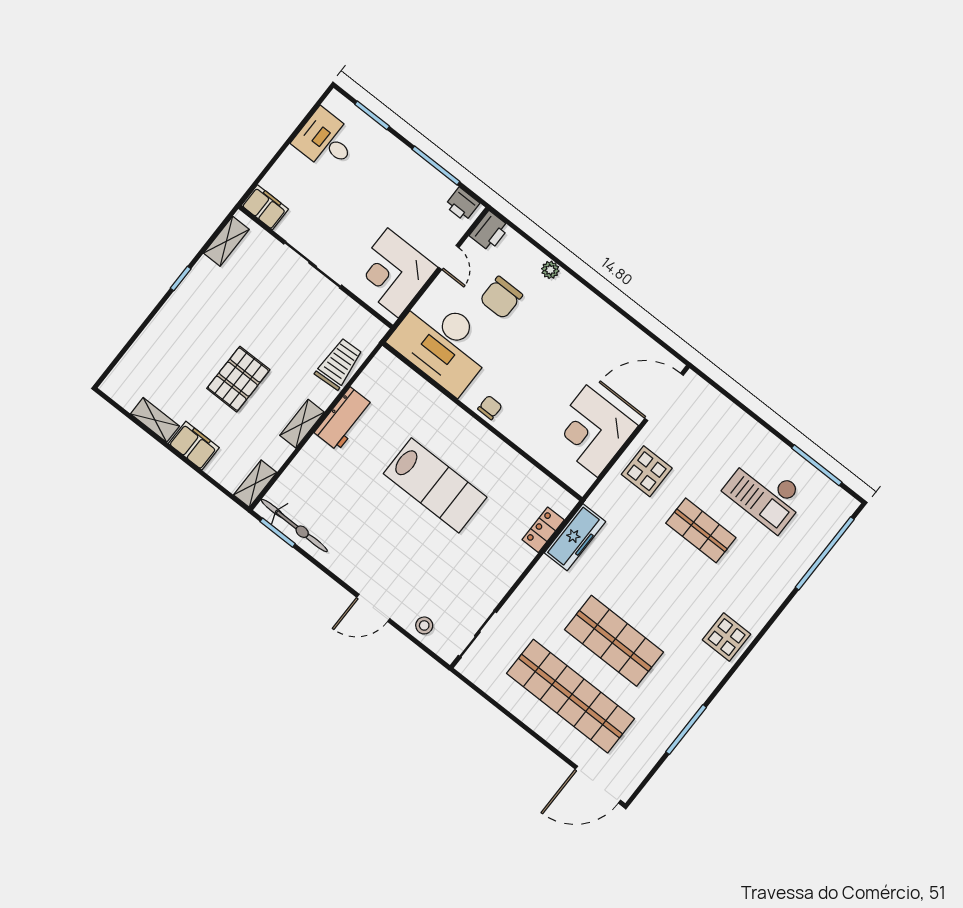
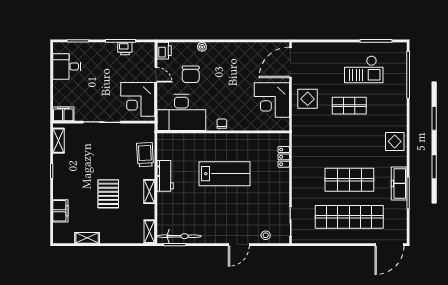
printer: (462, 204) -> (125, 48), moved
filing cabinet: (194, 446) -> (60, 211), moved, turned 90
freezer: (575, 537) -> (399, 183), moved, turned 180

